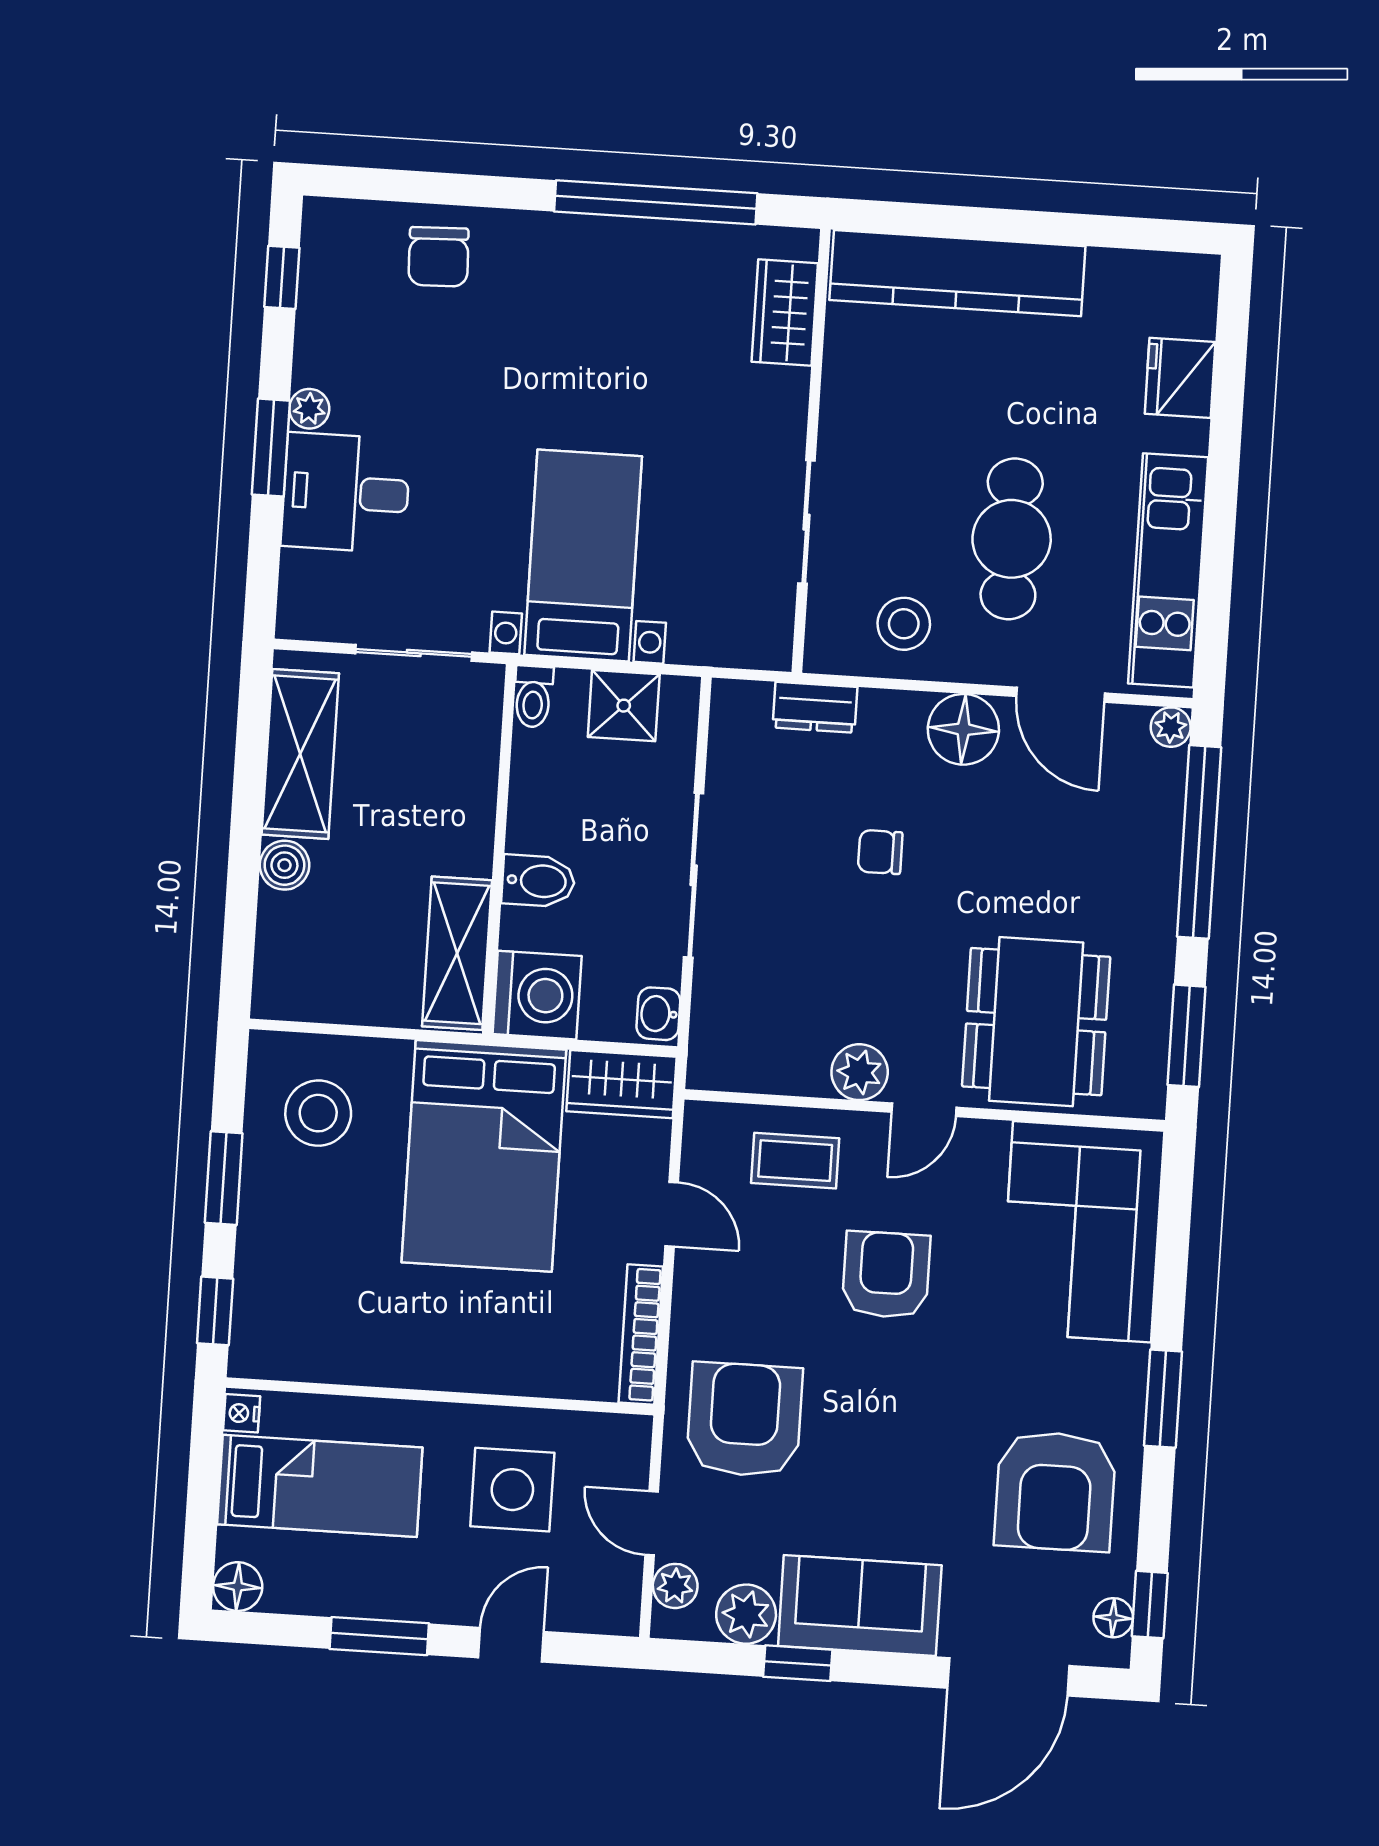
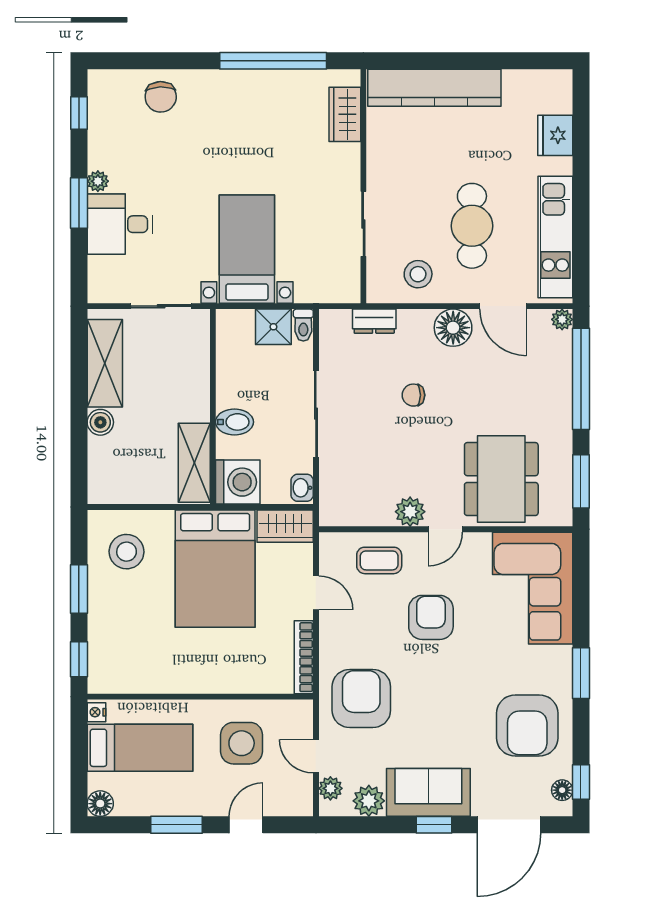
toilet: (533, 696) -> (303, 325), moved
window: (798, 1663) -> (434, 825), moved

